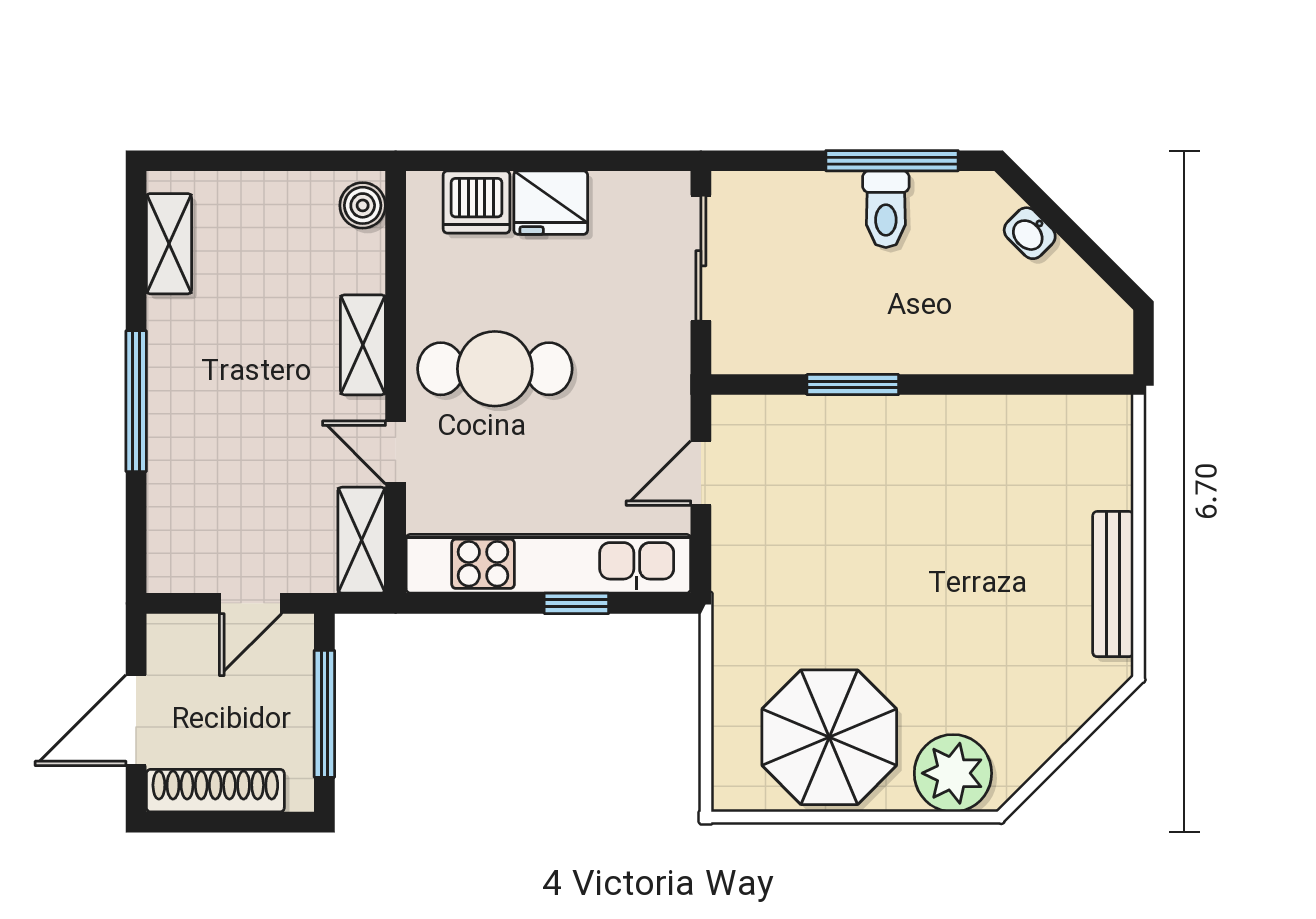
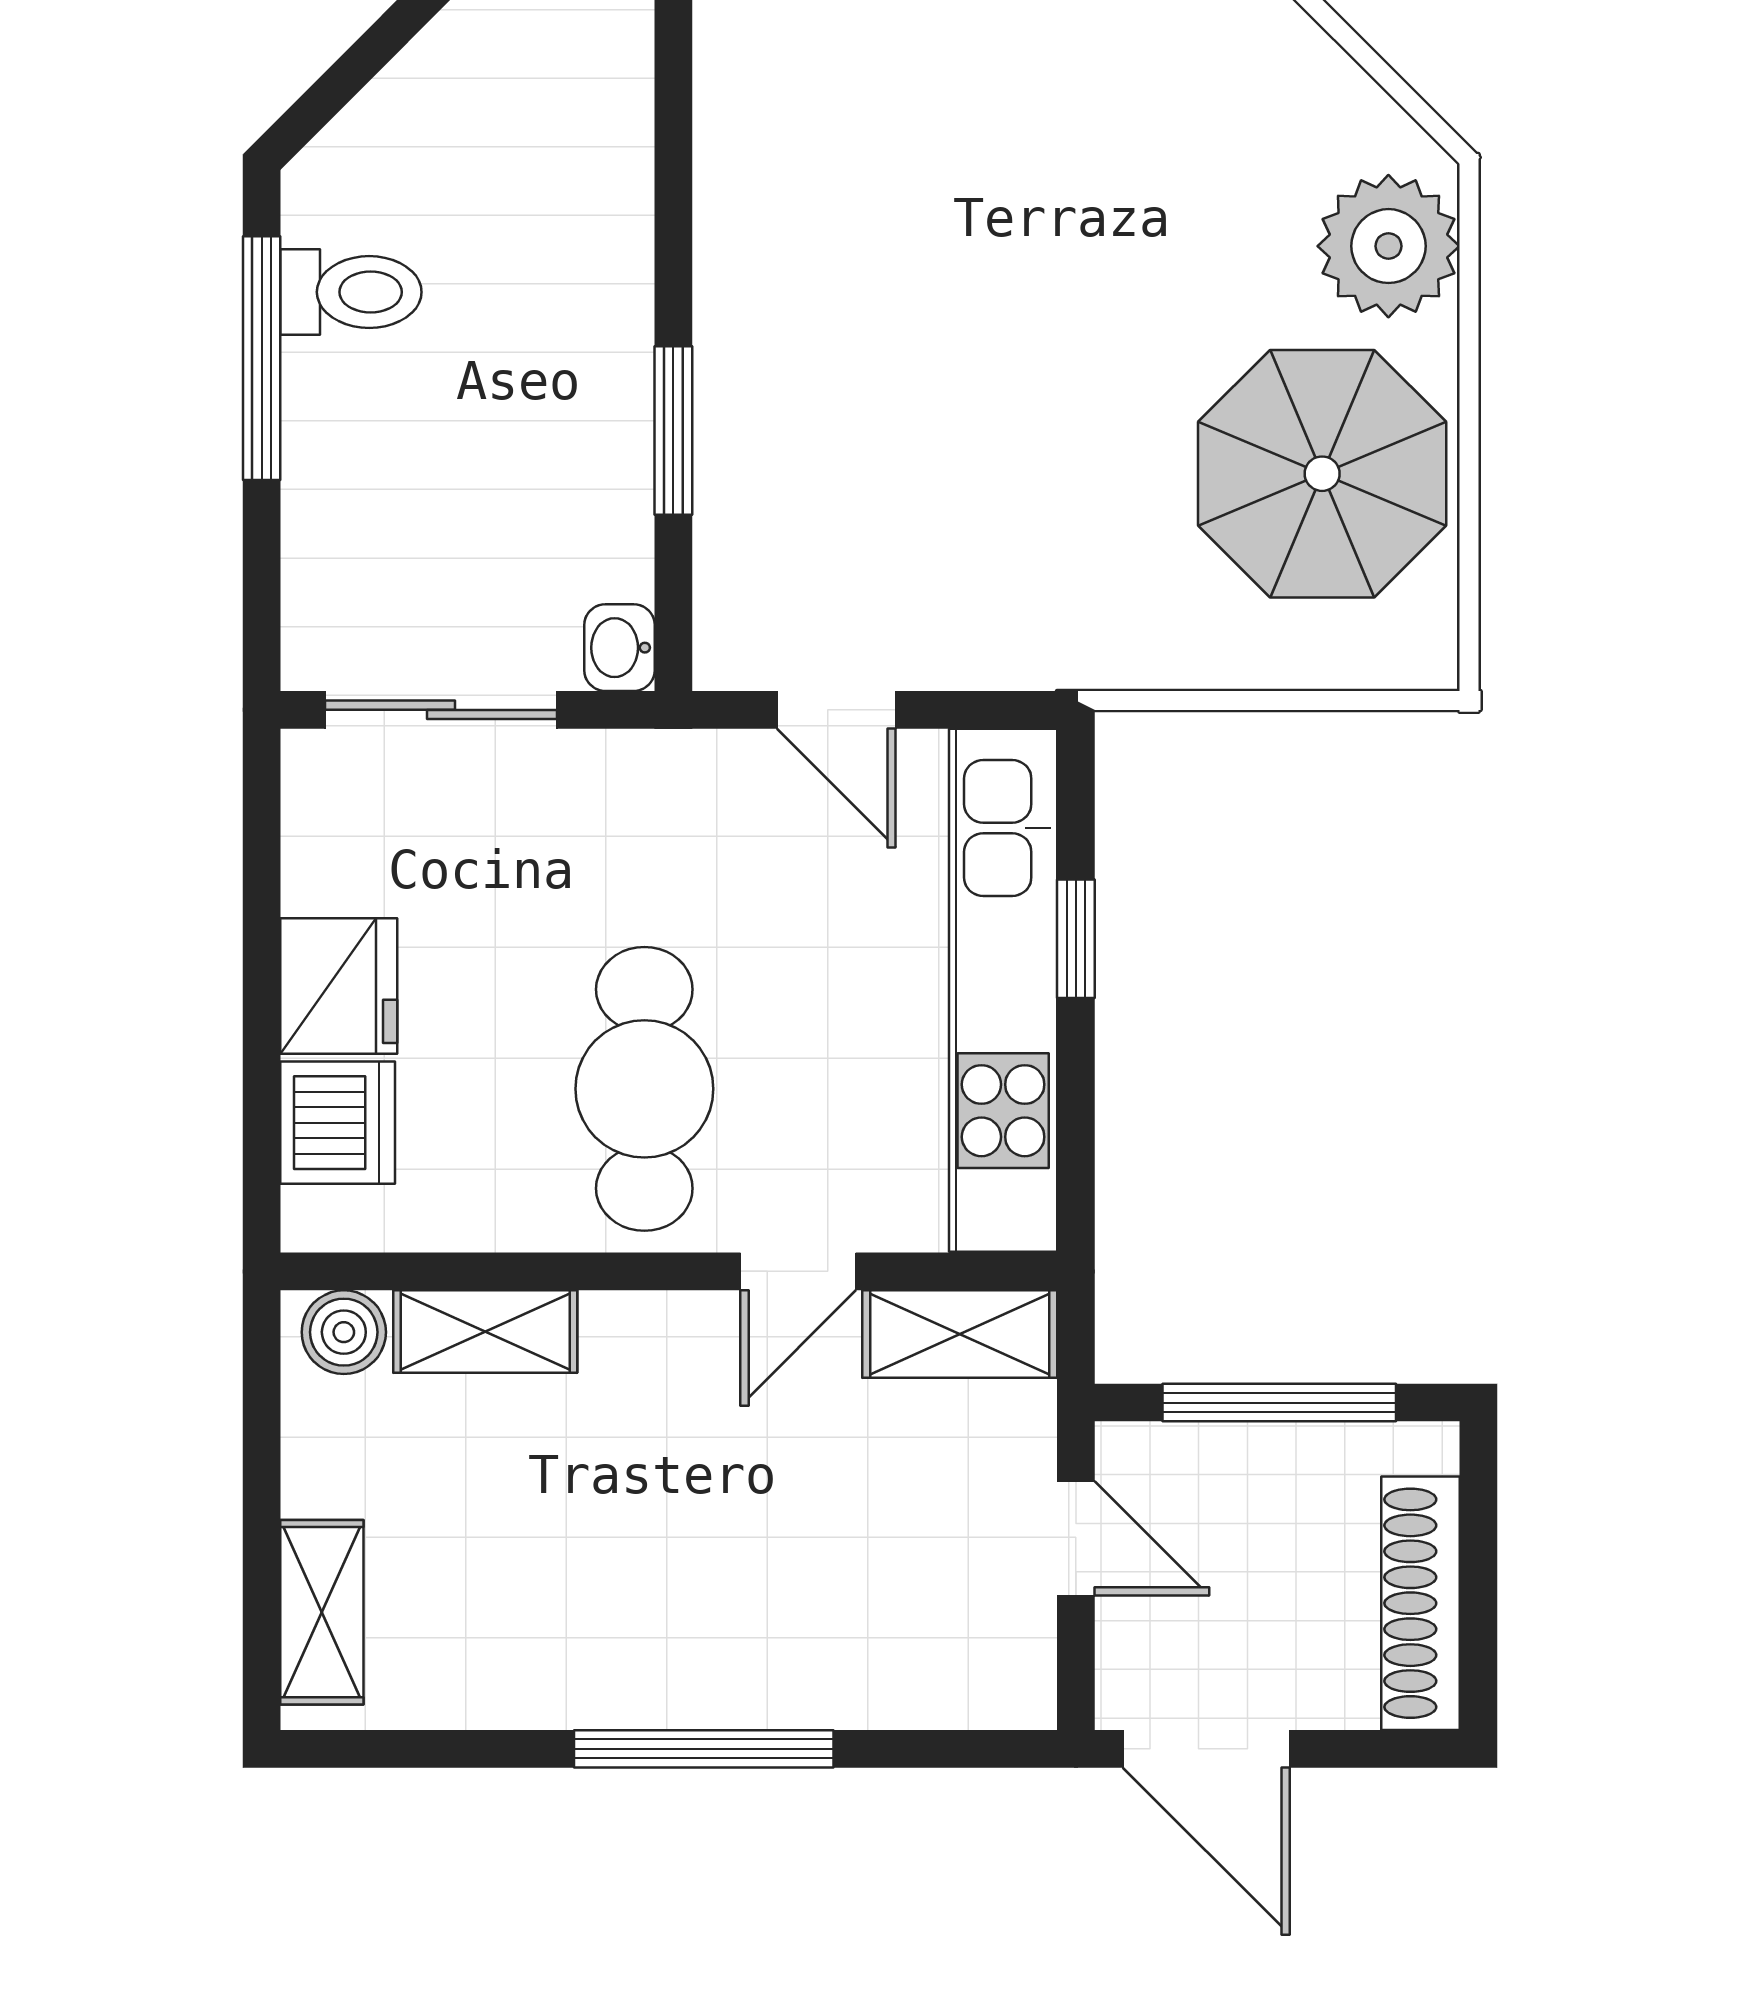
toilet: (886, 209) -> (351, 292), moved
washbasin: (1030, 233) -> (620, 648), moved, turned 135
shelving: (169, 244) -> (322, 1612), moved, turned 90
shelving: (363, 345) -> (485, 1332), moved
door: (136, 720) -> (1206, 1749), moved

